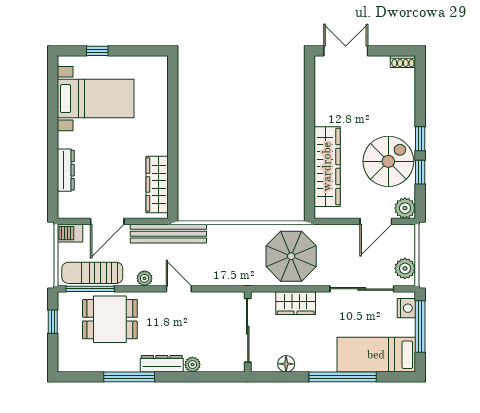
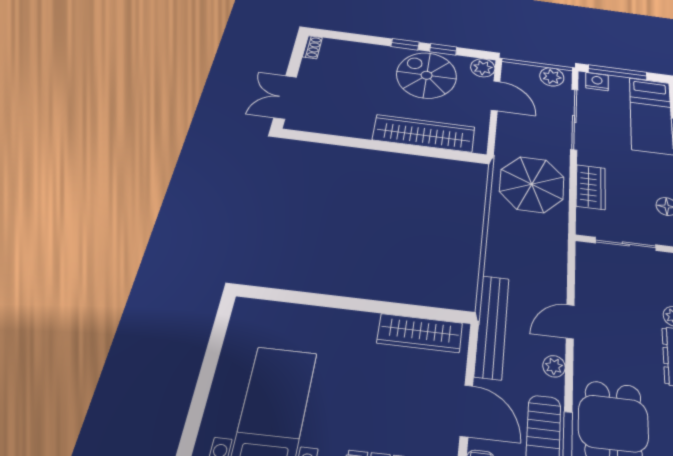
window: (97, 51) -> (201, 396), removed
sliding door: (248, 330) -> (626, 244), width x0.73

